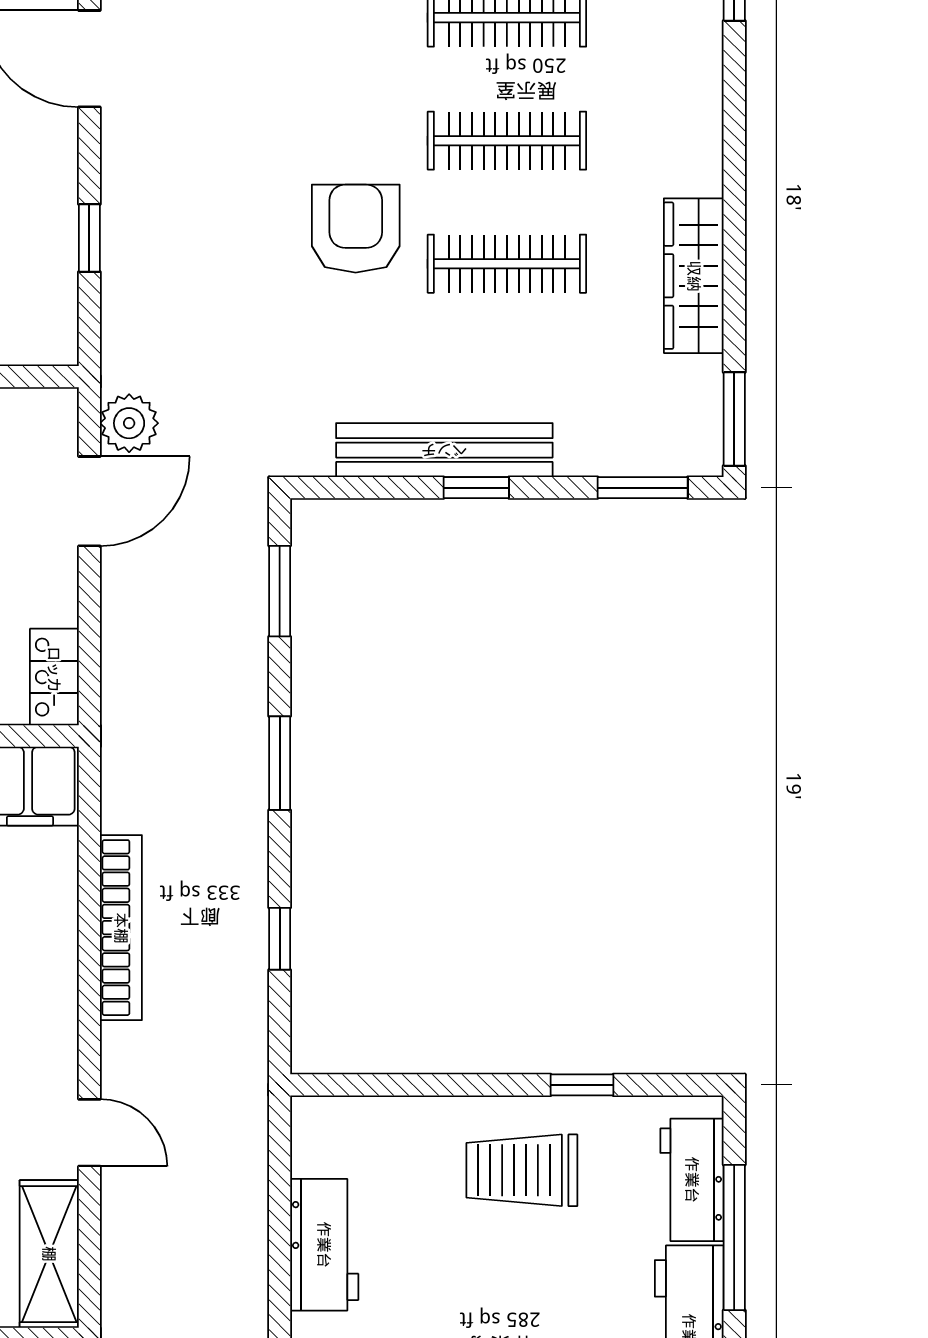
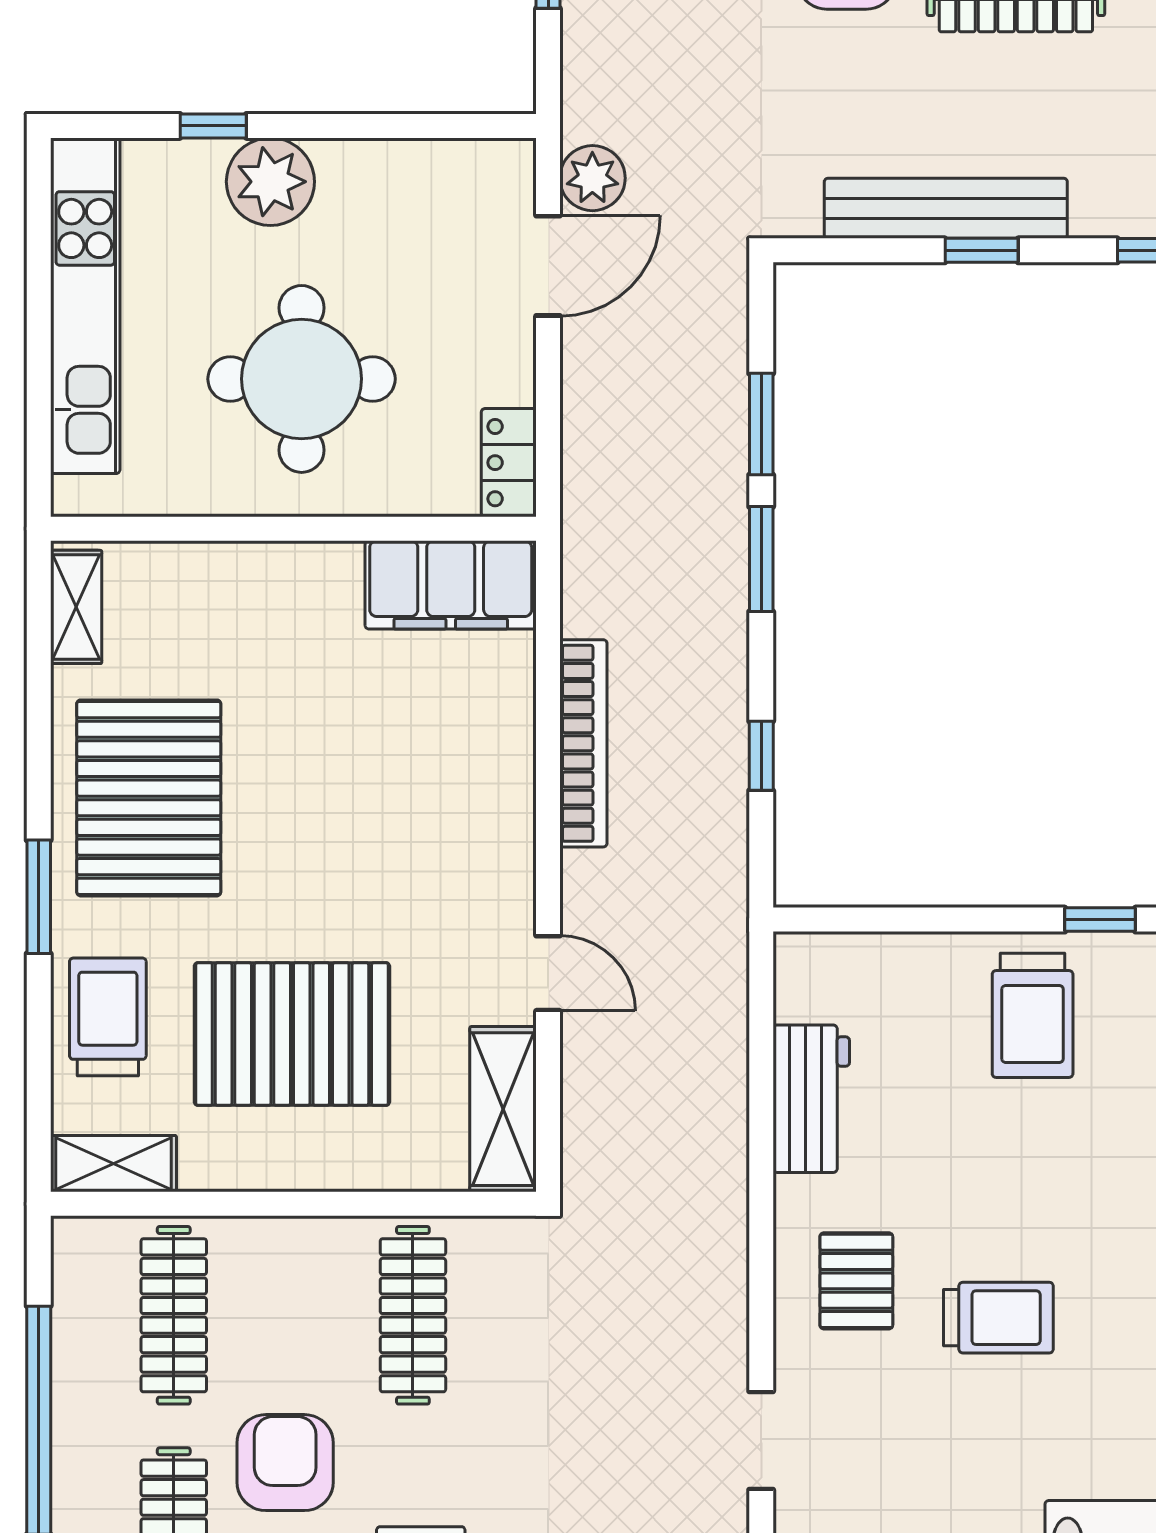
window: (280, 591) -> (761, 424), moved
trolley: (522, 1170) -> (1033, 1015), turned -90

